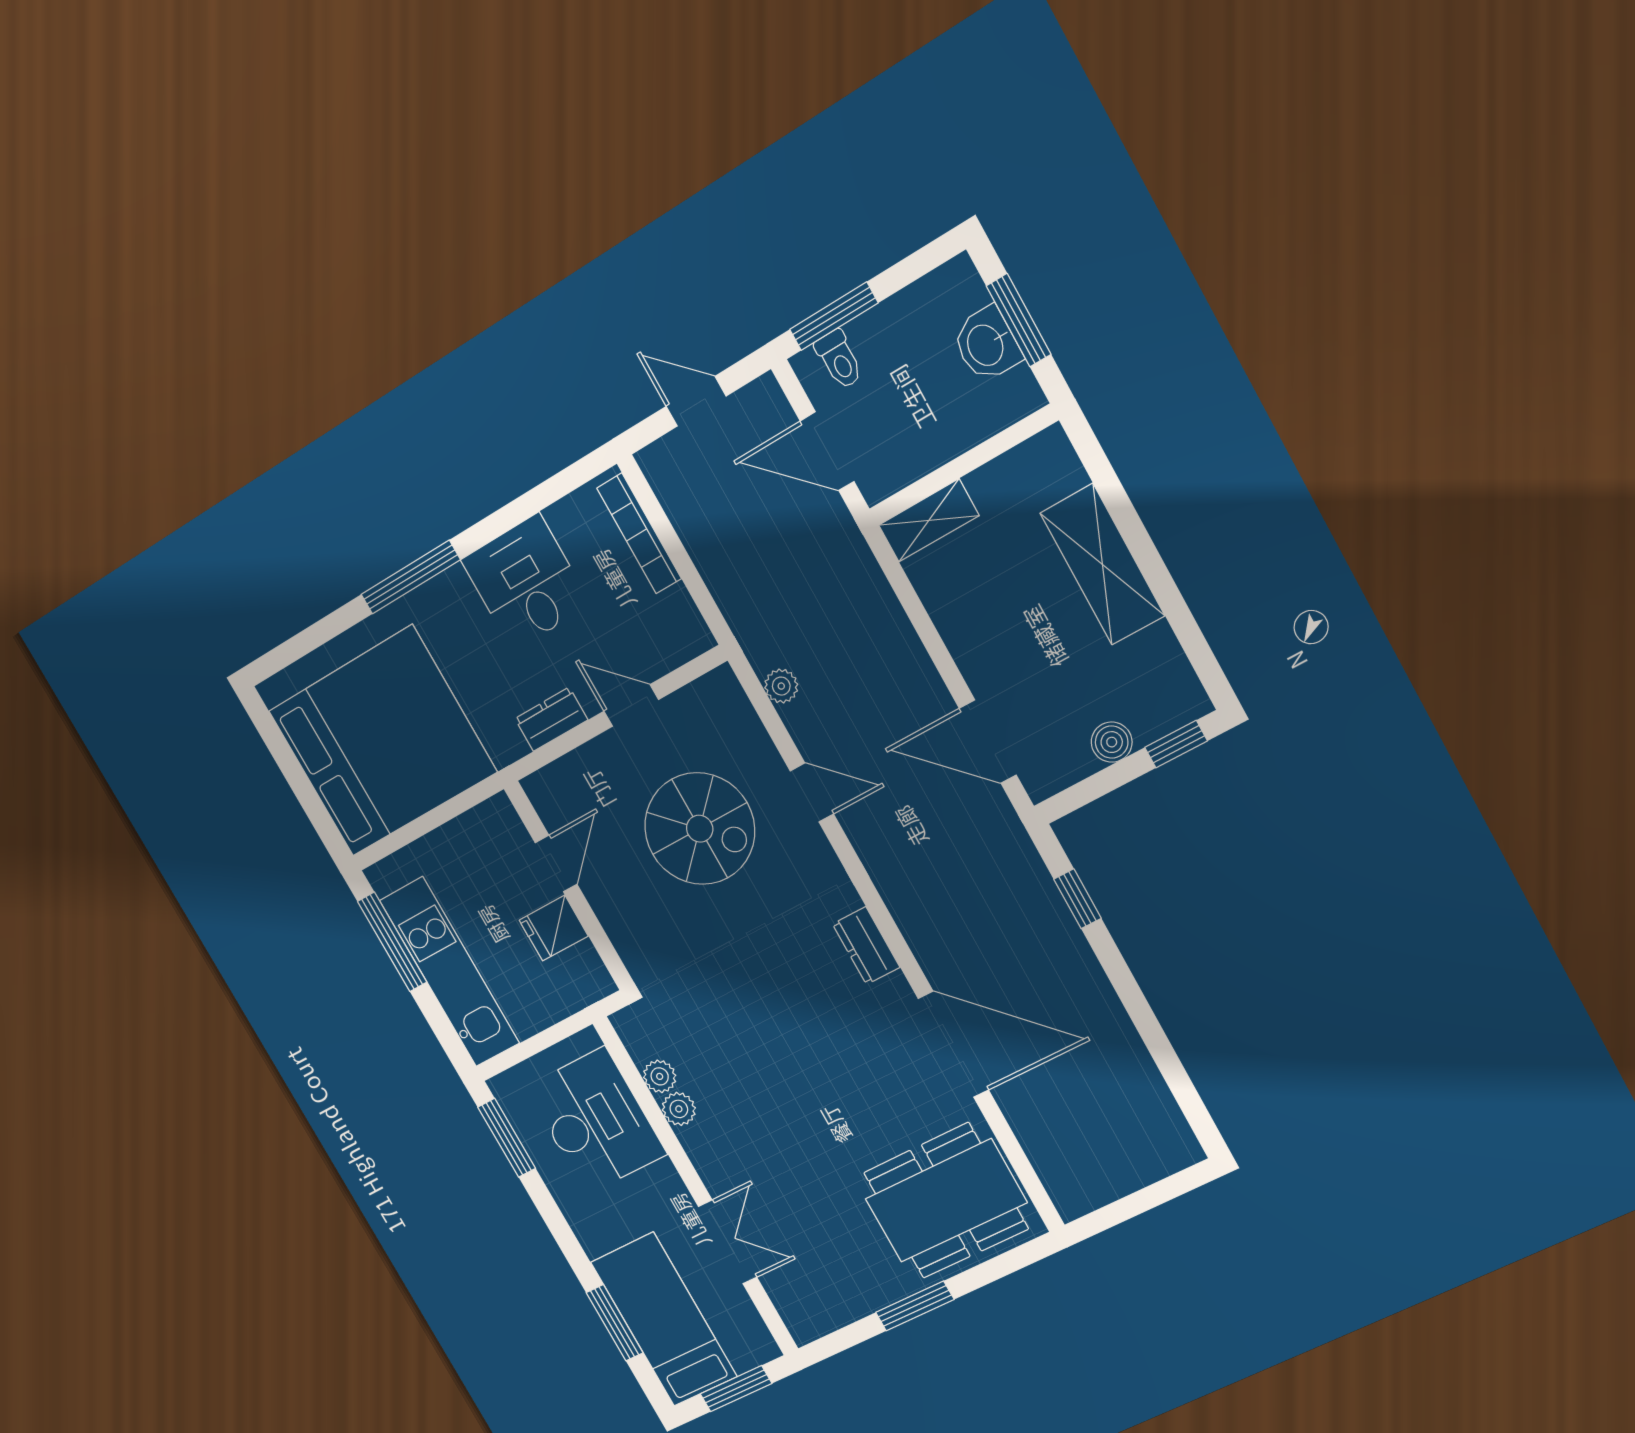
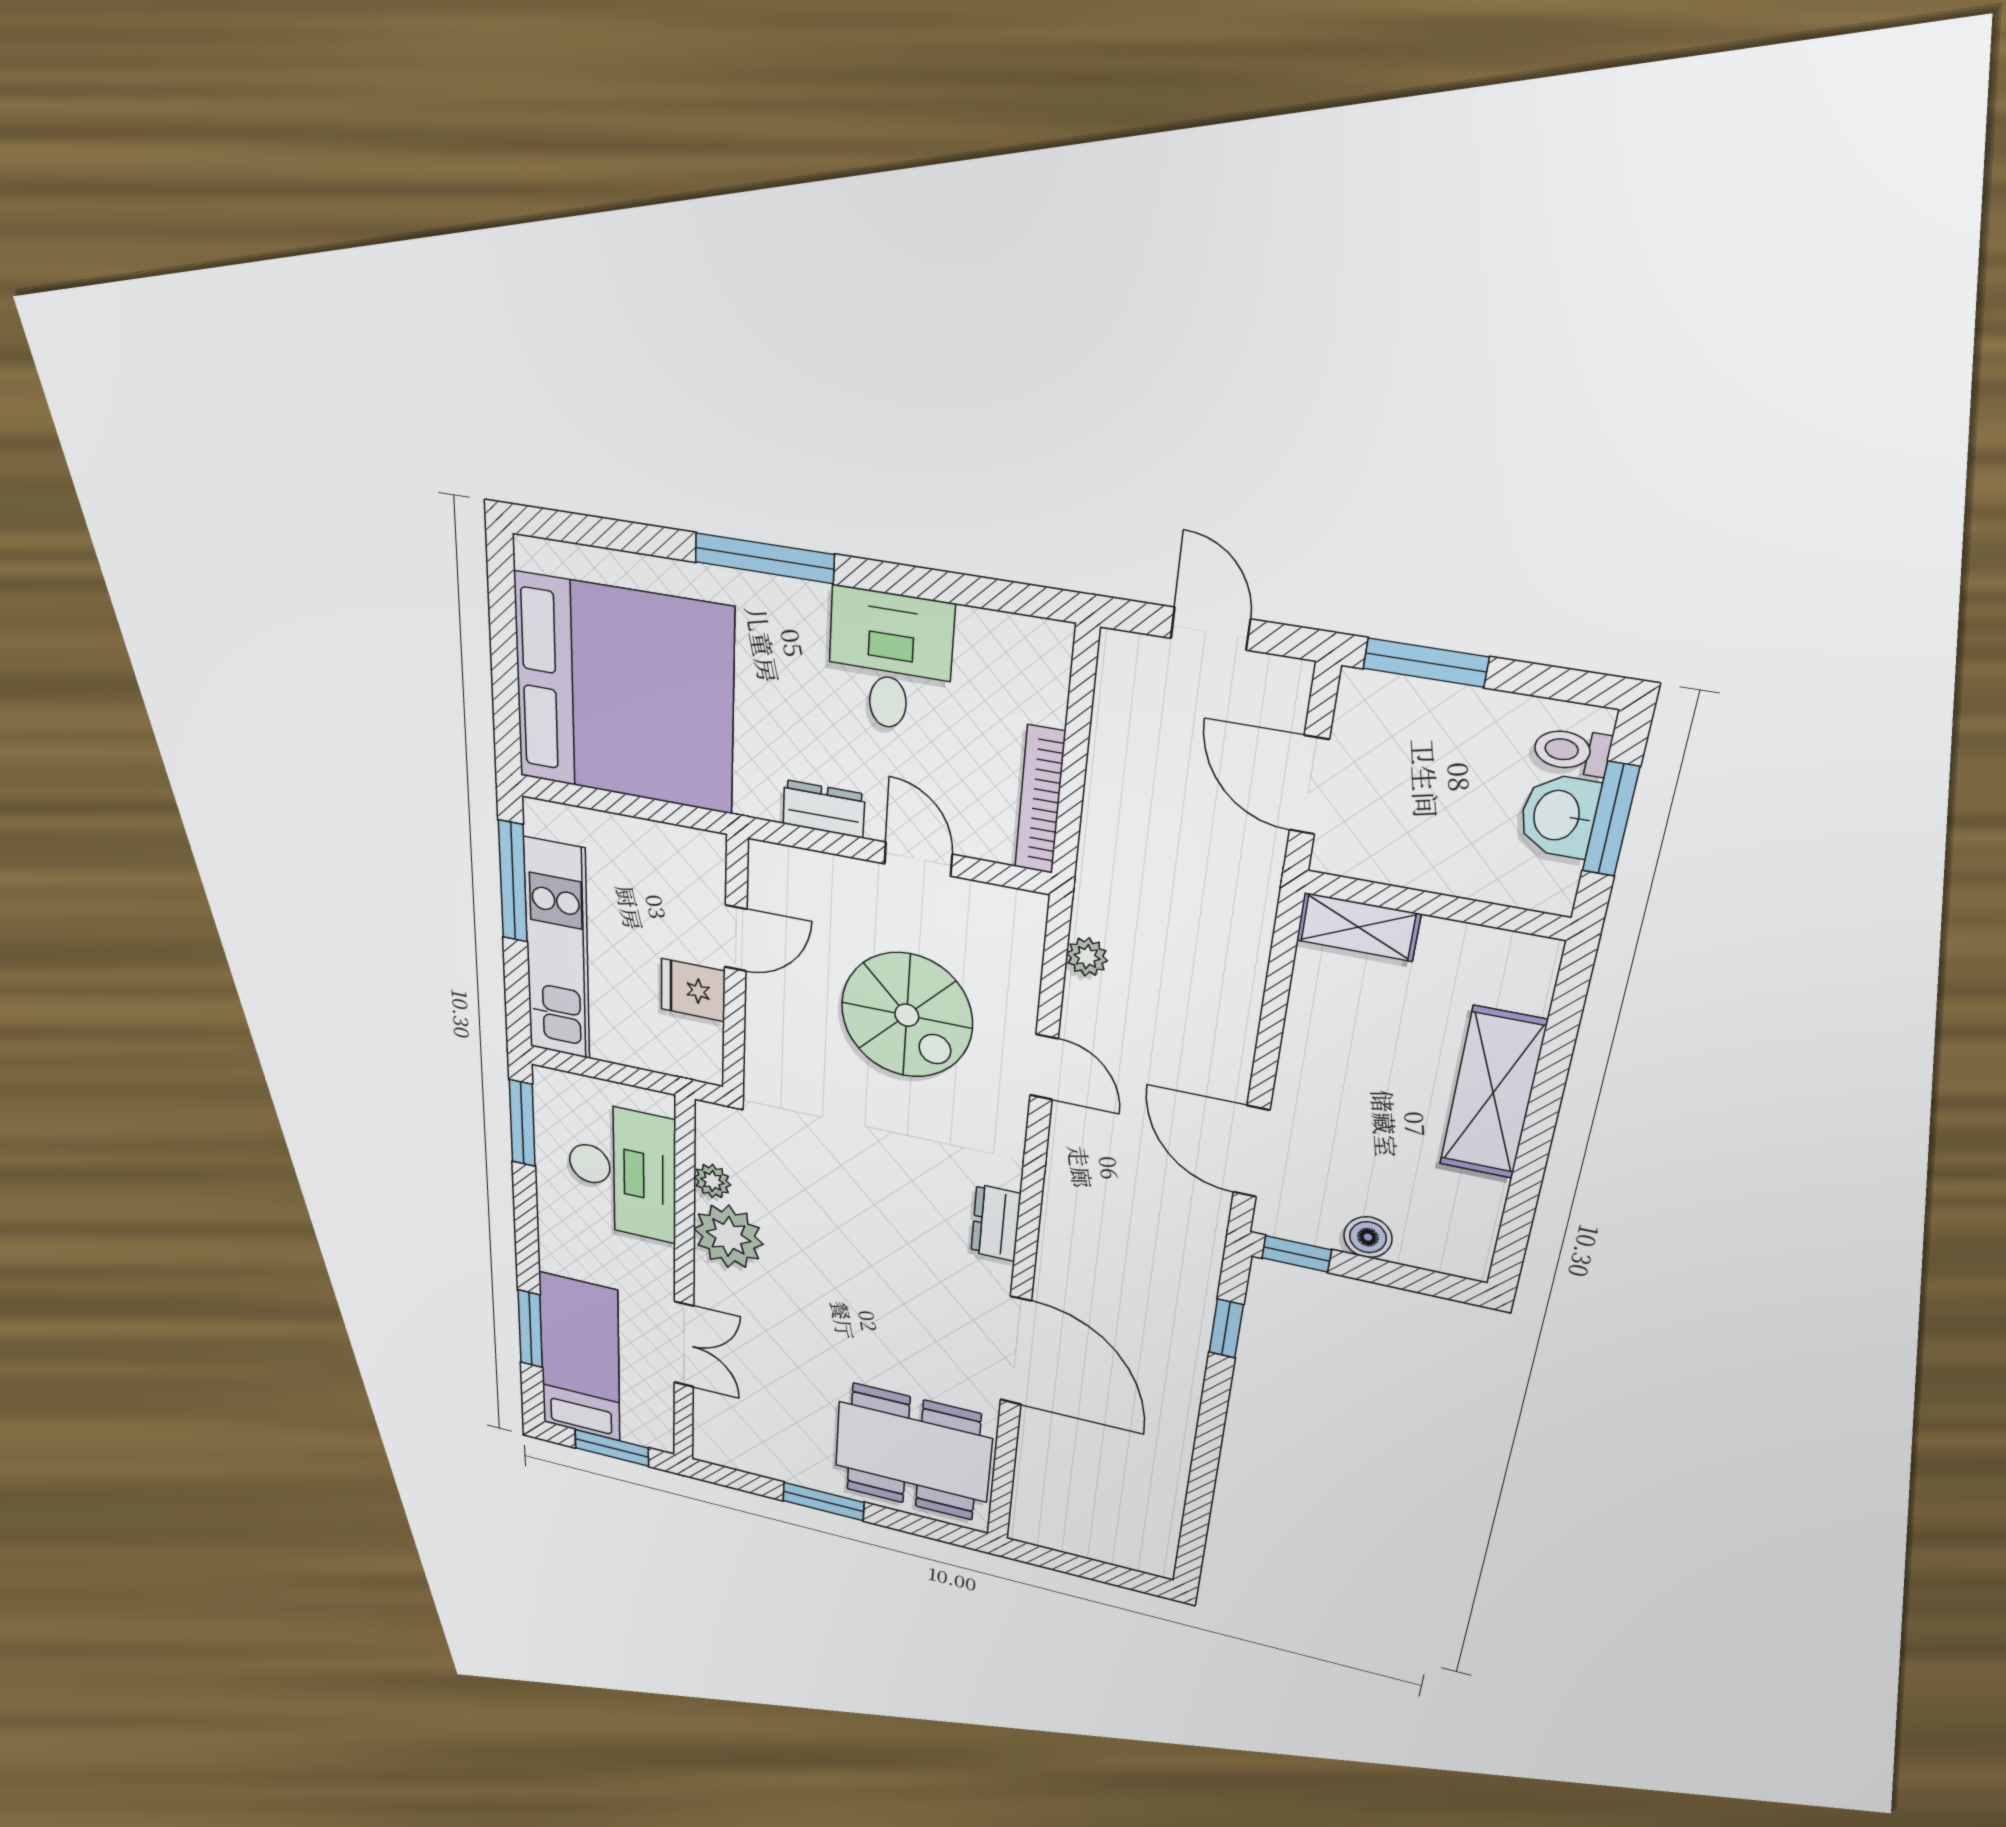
toilet: (839, 360) -> (1572, 751), moved, turned 90
bookcase: (639, 533) -> (1040, 800), moved
window: (1176, 744) -> (1297, 1254), moved
plant: (679, 1109) -> (728, 1236), width x1.88, depth x1.88

